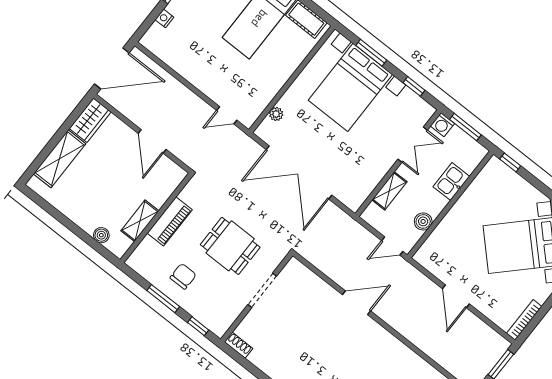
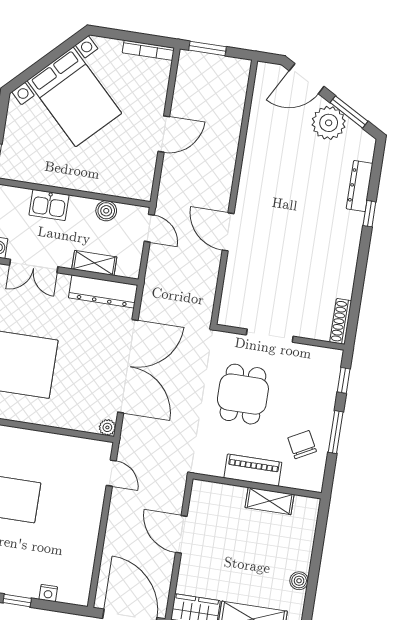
plant: (276, 114) -> (107, 427), moved
door: (152, 141) -> (181, 534), swing flipped
double door: (413, 145) -> (34, 266), swing flipped
dresser: (365, 185) -> (103, 291), added
boiler: (101, 235) -> (299, 581), moved
chair: (183, 276) -> (302, 445), moved, turned 62
shoe rack: (239, 345) -> (341, 321), width x1.43

